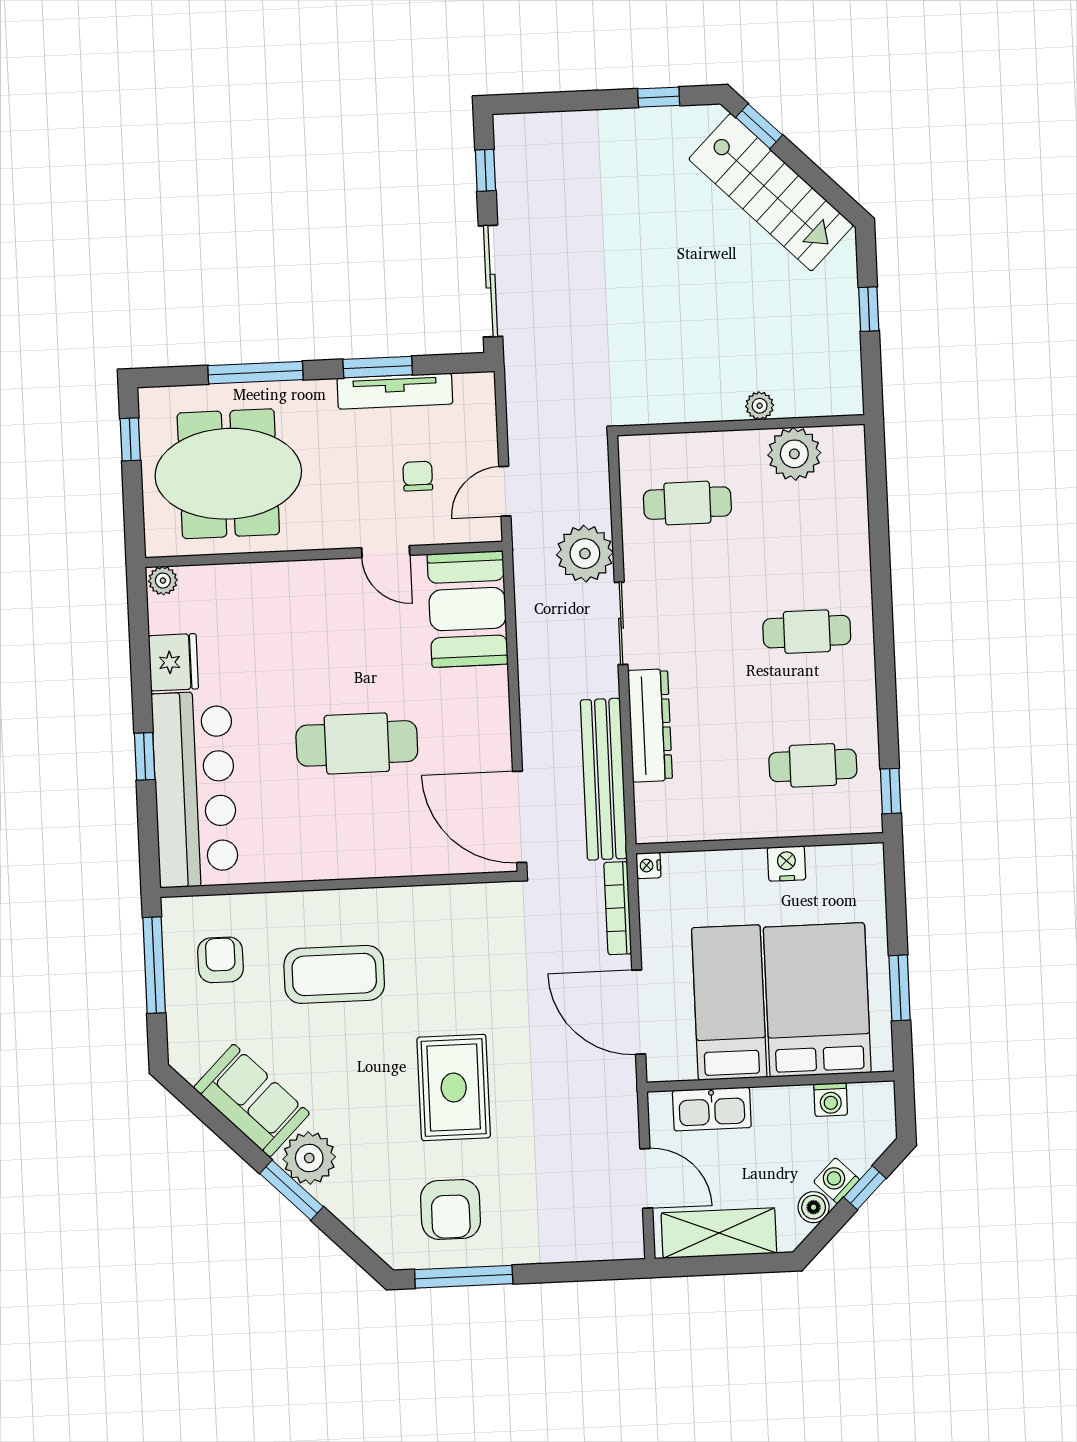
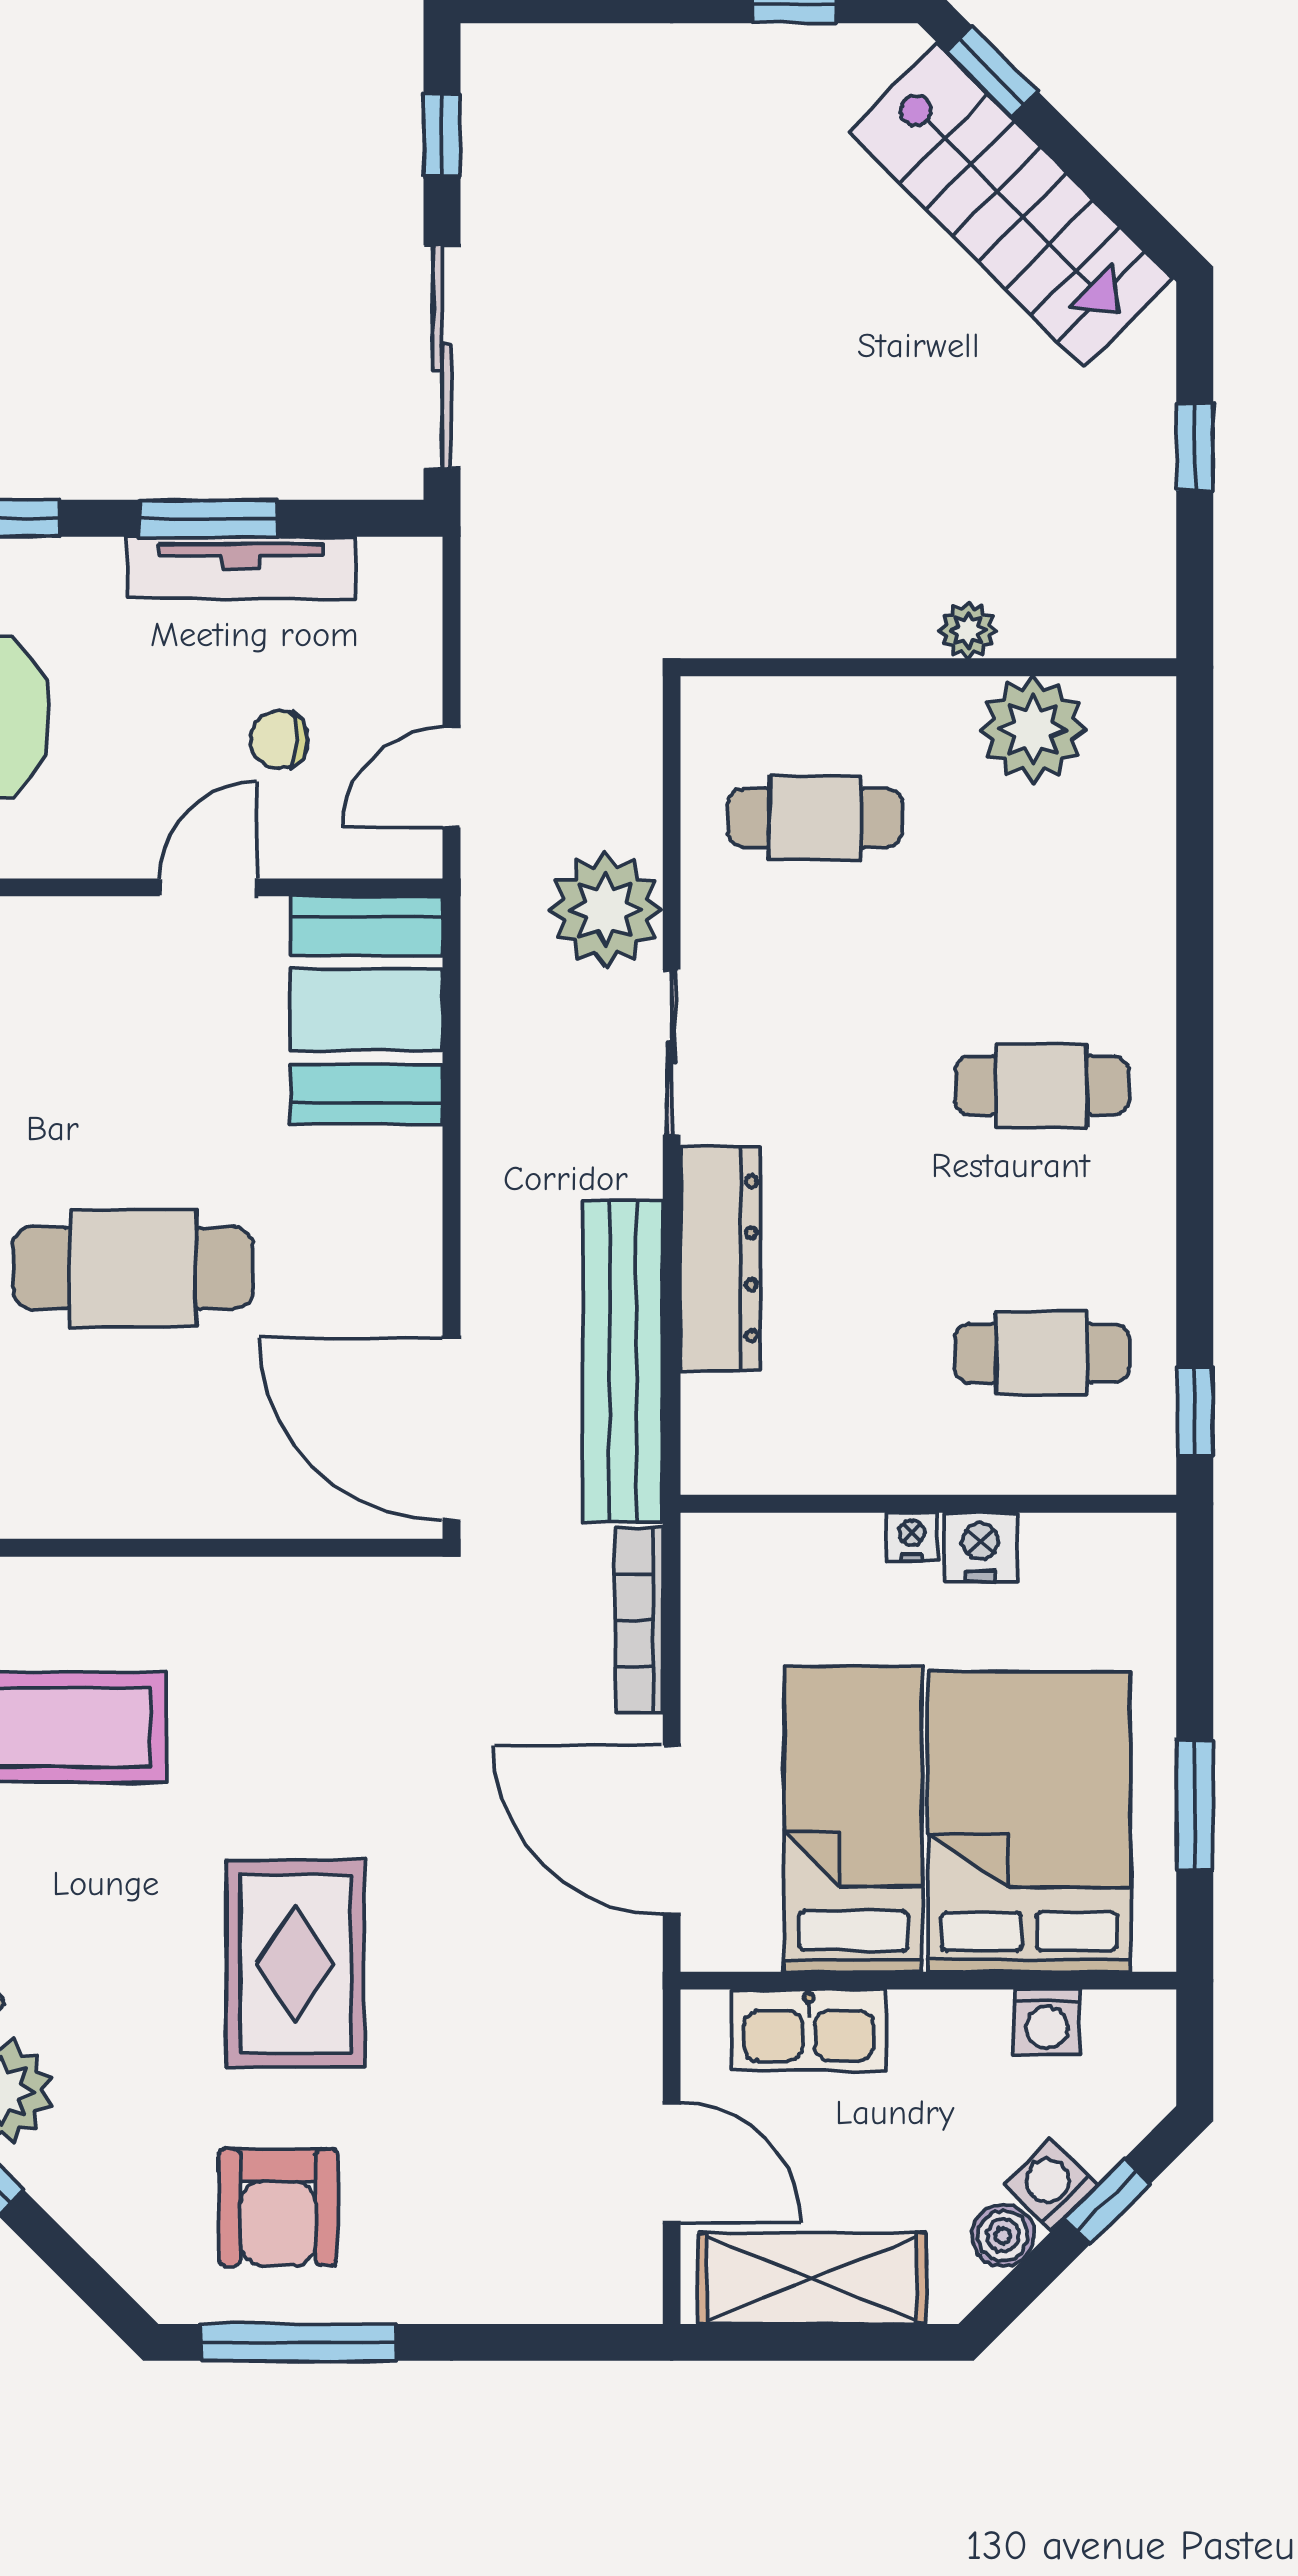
chair: (418, 476) -> (279, 740), turned -90
door: (386, 552) -> (208, 887), swing flipped
nightstand: (649, 865) -> (912, 1537), moved, turned 90

